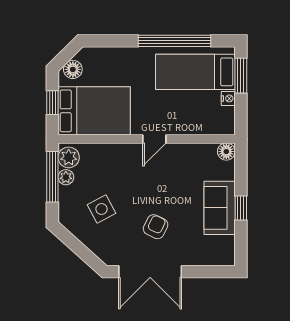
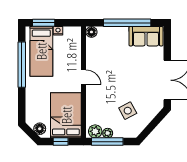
sofa: (220, 208) -> (146, 36), moved
window: (241, 208) -> (127, 23), width x3.17
armchair: (156, 227) -> (139, 77), removed

